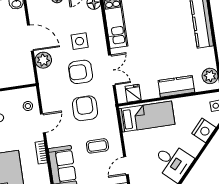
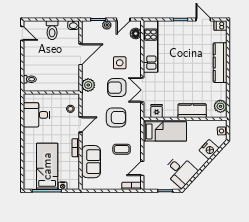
door: (30, 38) -> (80, 54), hinge flipped
plant: (43, 60) -> (88, 85), moved
double door: (112, 70) -> (142, 90), swing flipped
armchair: (85, 108) -> (116, 117), turned 90

